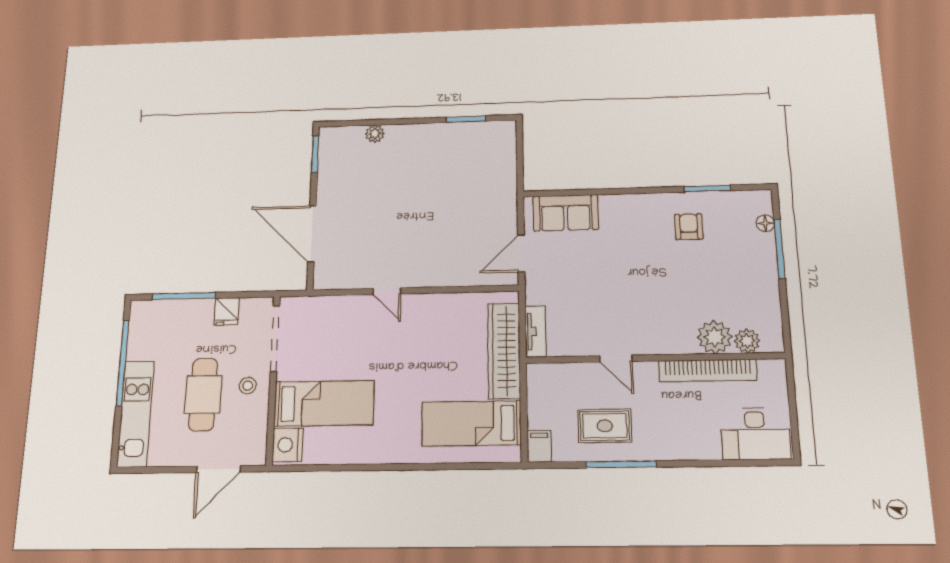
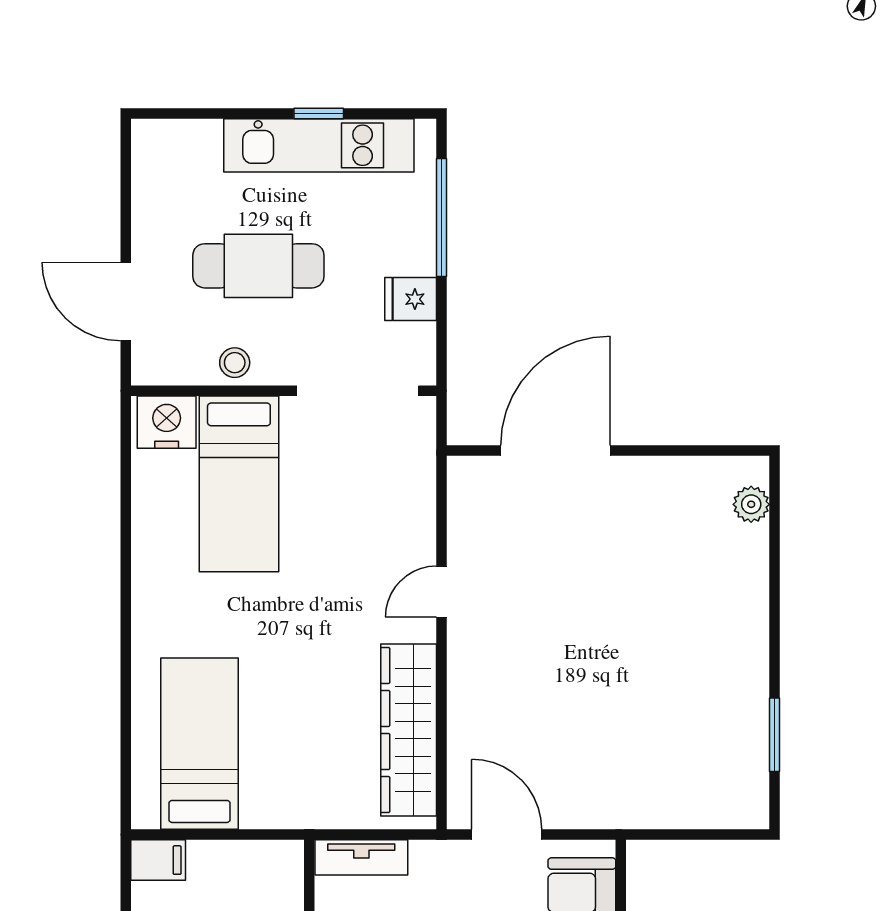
plant: (375, 134) -> (751, 504), moved
window: (315, 154) -> (714, 451), removed
wardrobe: (504, 351) -> (409, 730), moved, turned -90
window: (123, 363) -> (319, 113), width x0.32
stool: (248, 386) -> (235, 363), moved
kitchen unit: (136, 414) -> (319, 145), moved

